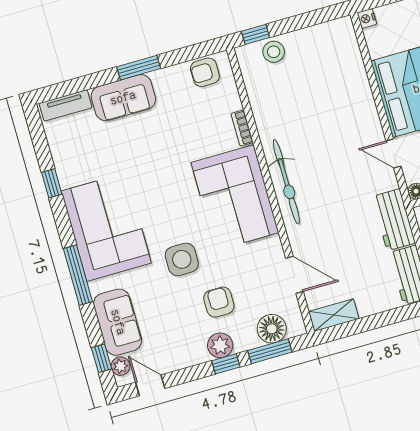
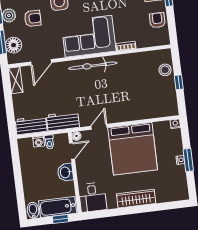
window: (255, 34) -> (179, 82), moved
armchair: (205, 72) -> (157, 20), moved

